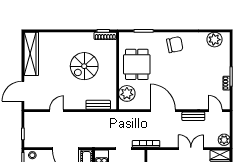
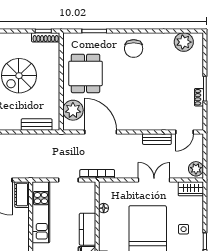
chair: (175, 45) -> (134, 49), turned 101
door: (163, 111) -> (101, 132), moved
door: (215, 111) -> (185, 132), swing flipped

